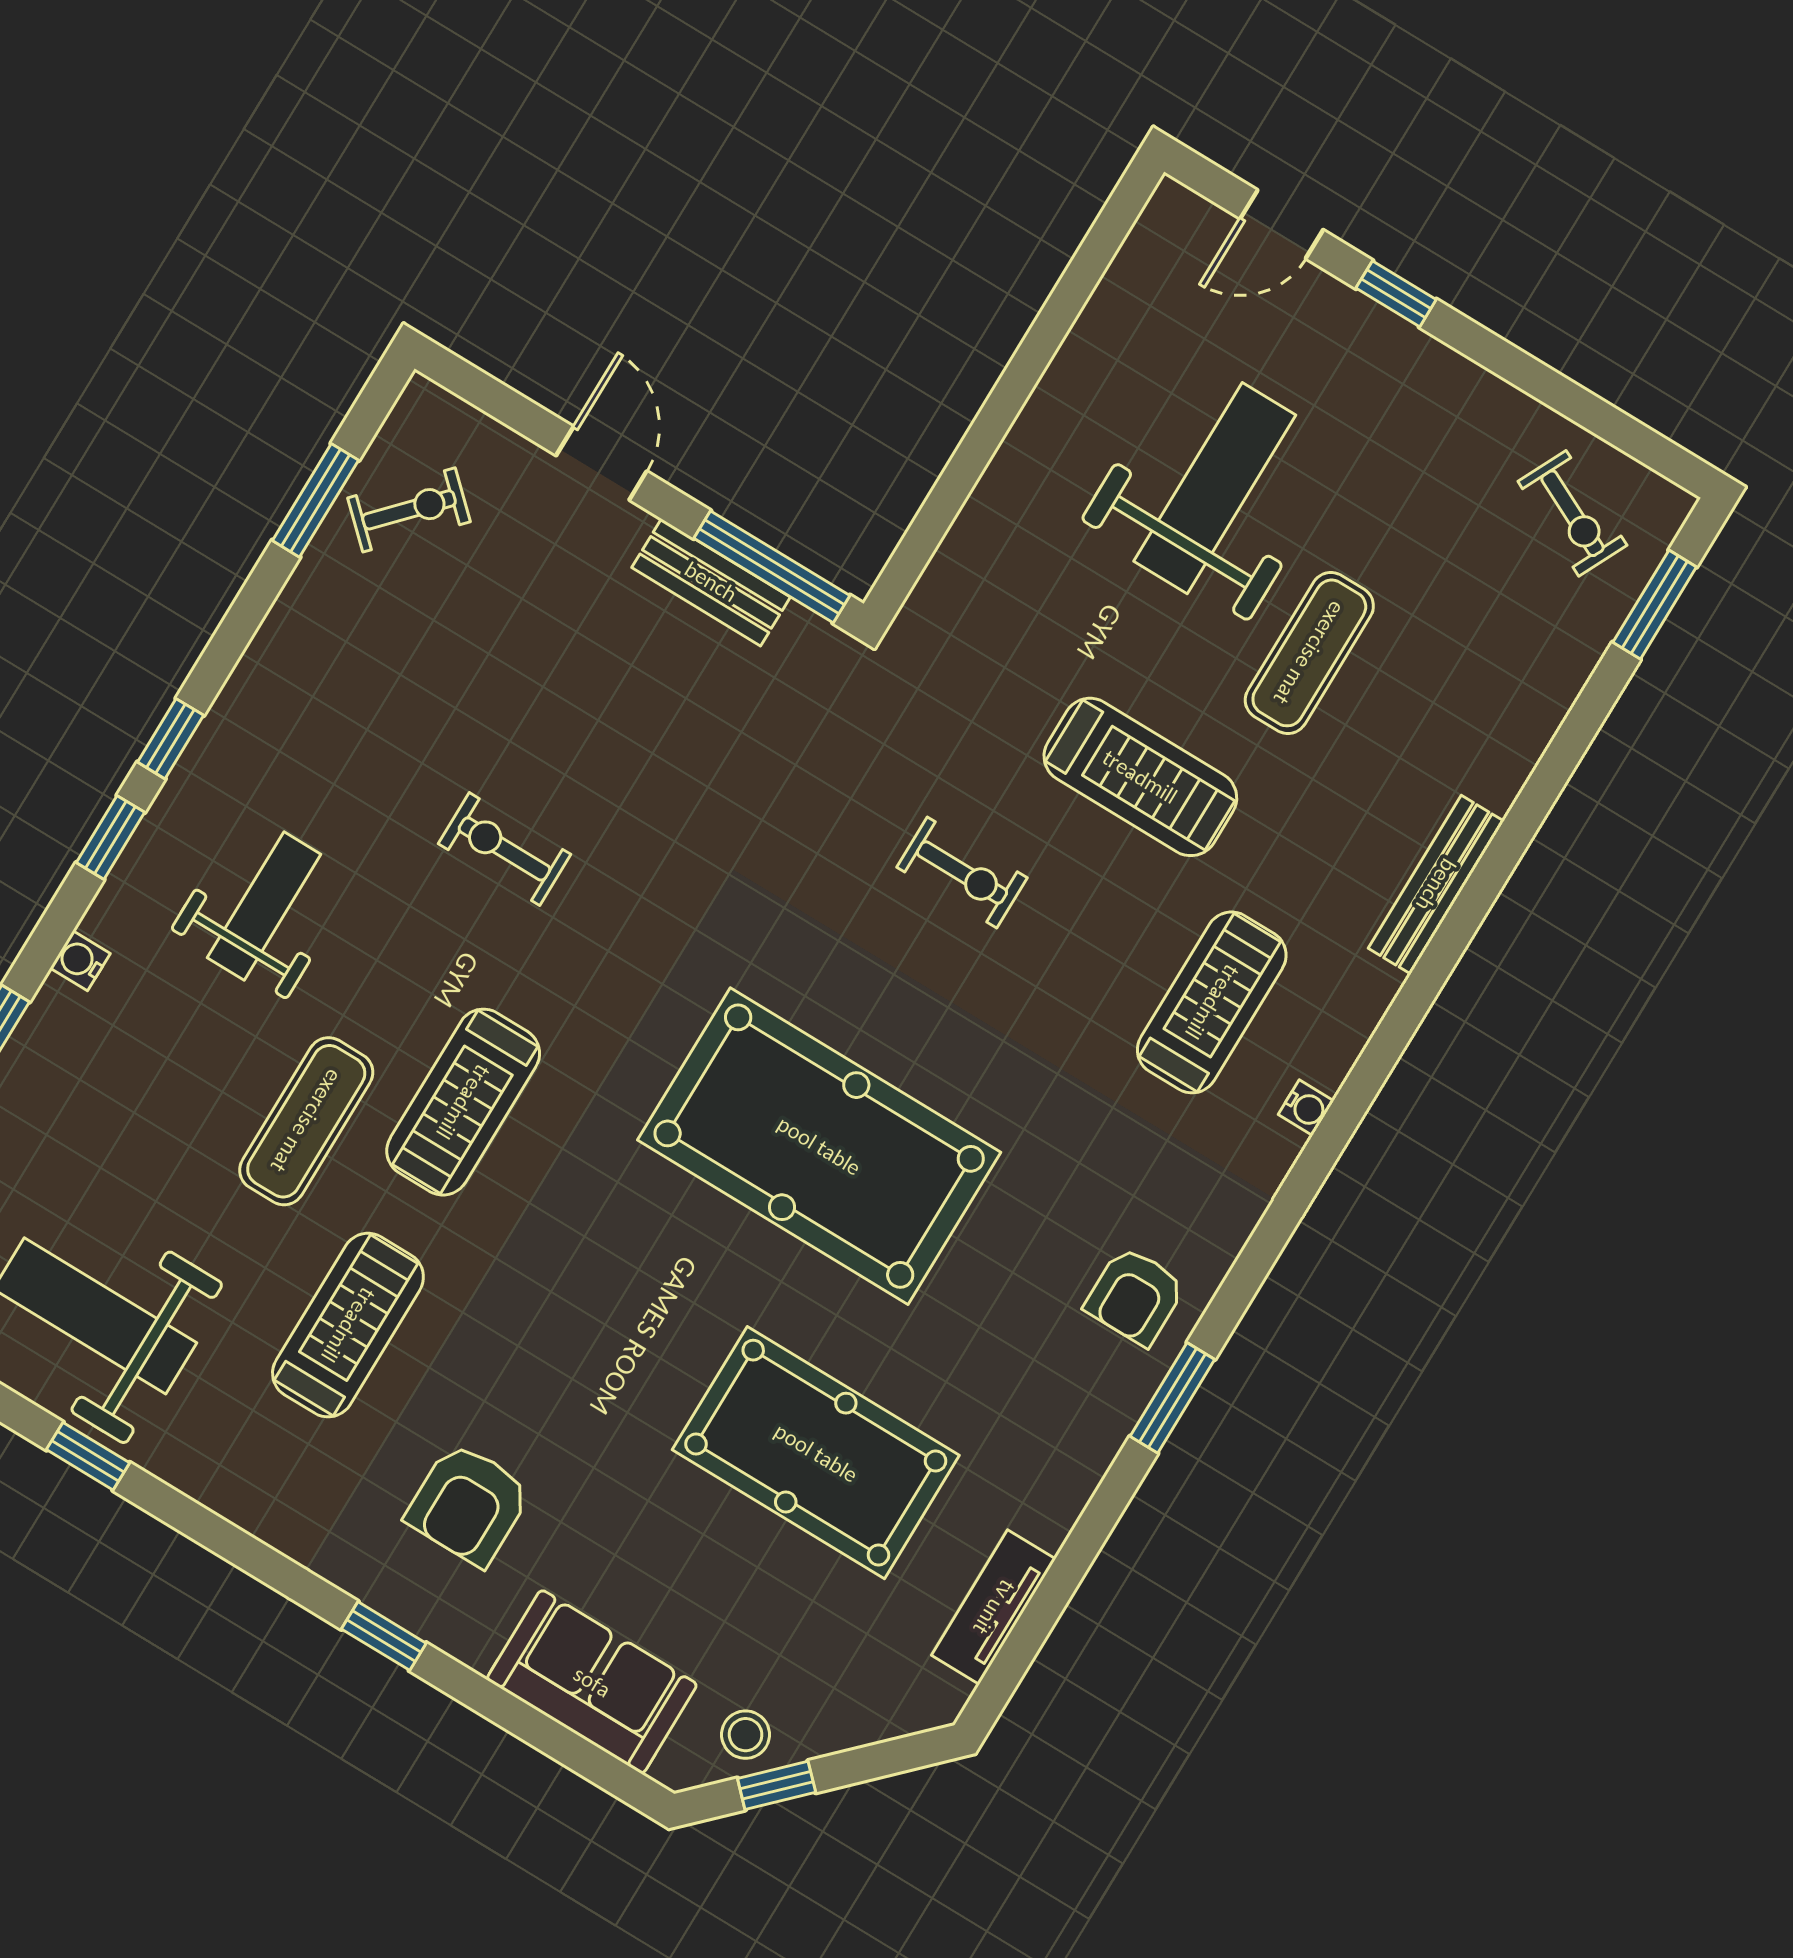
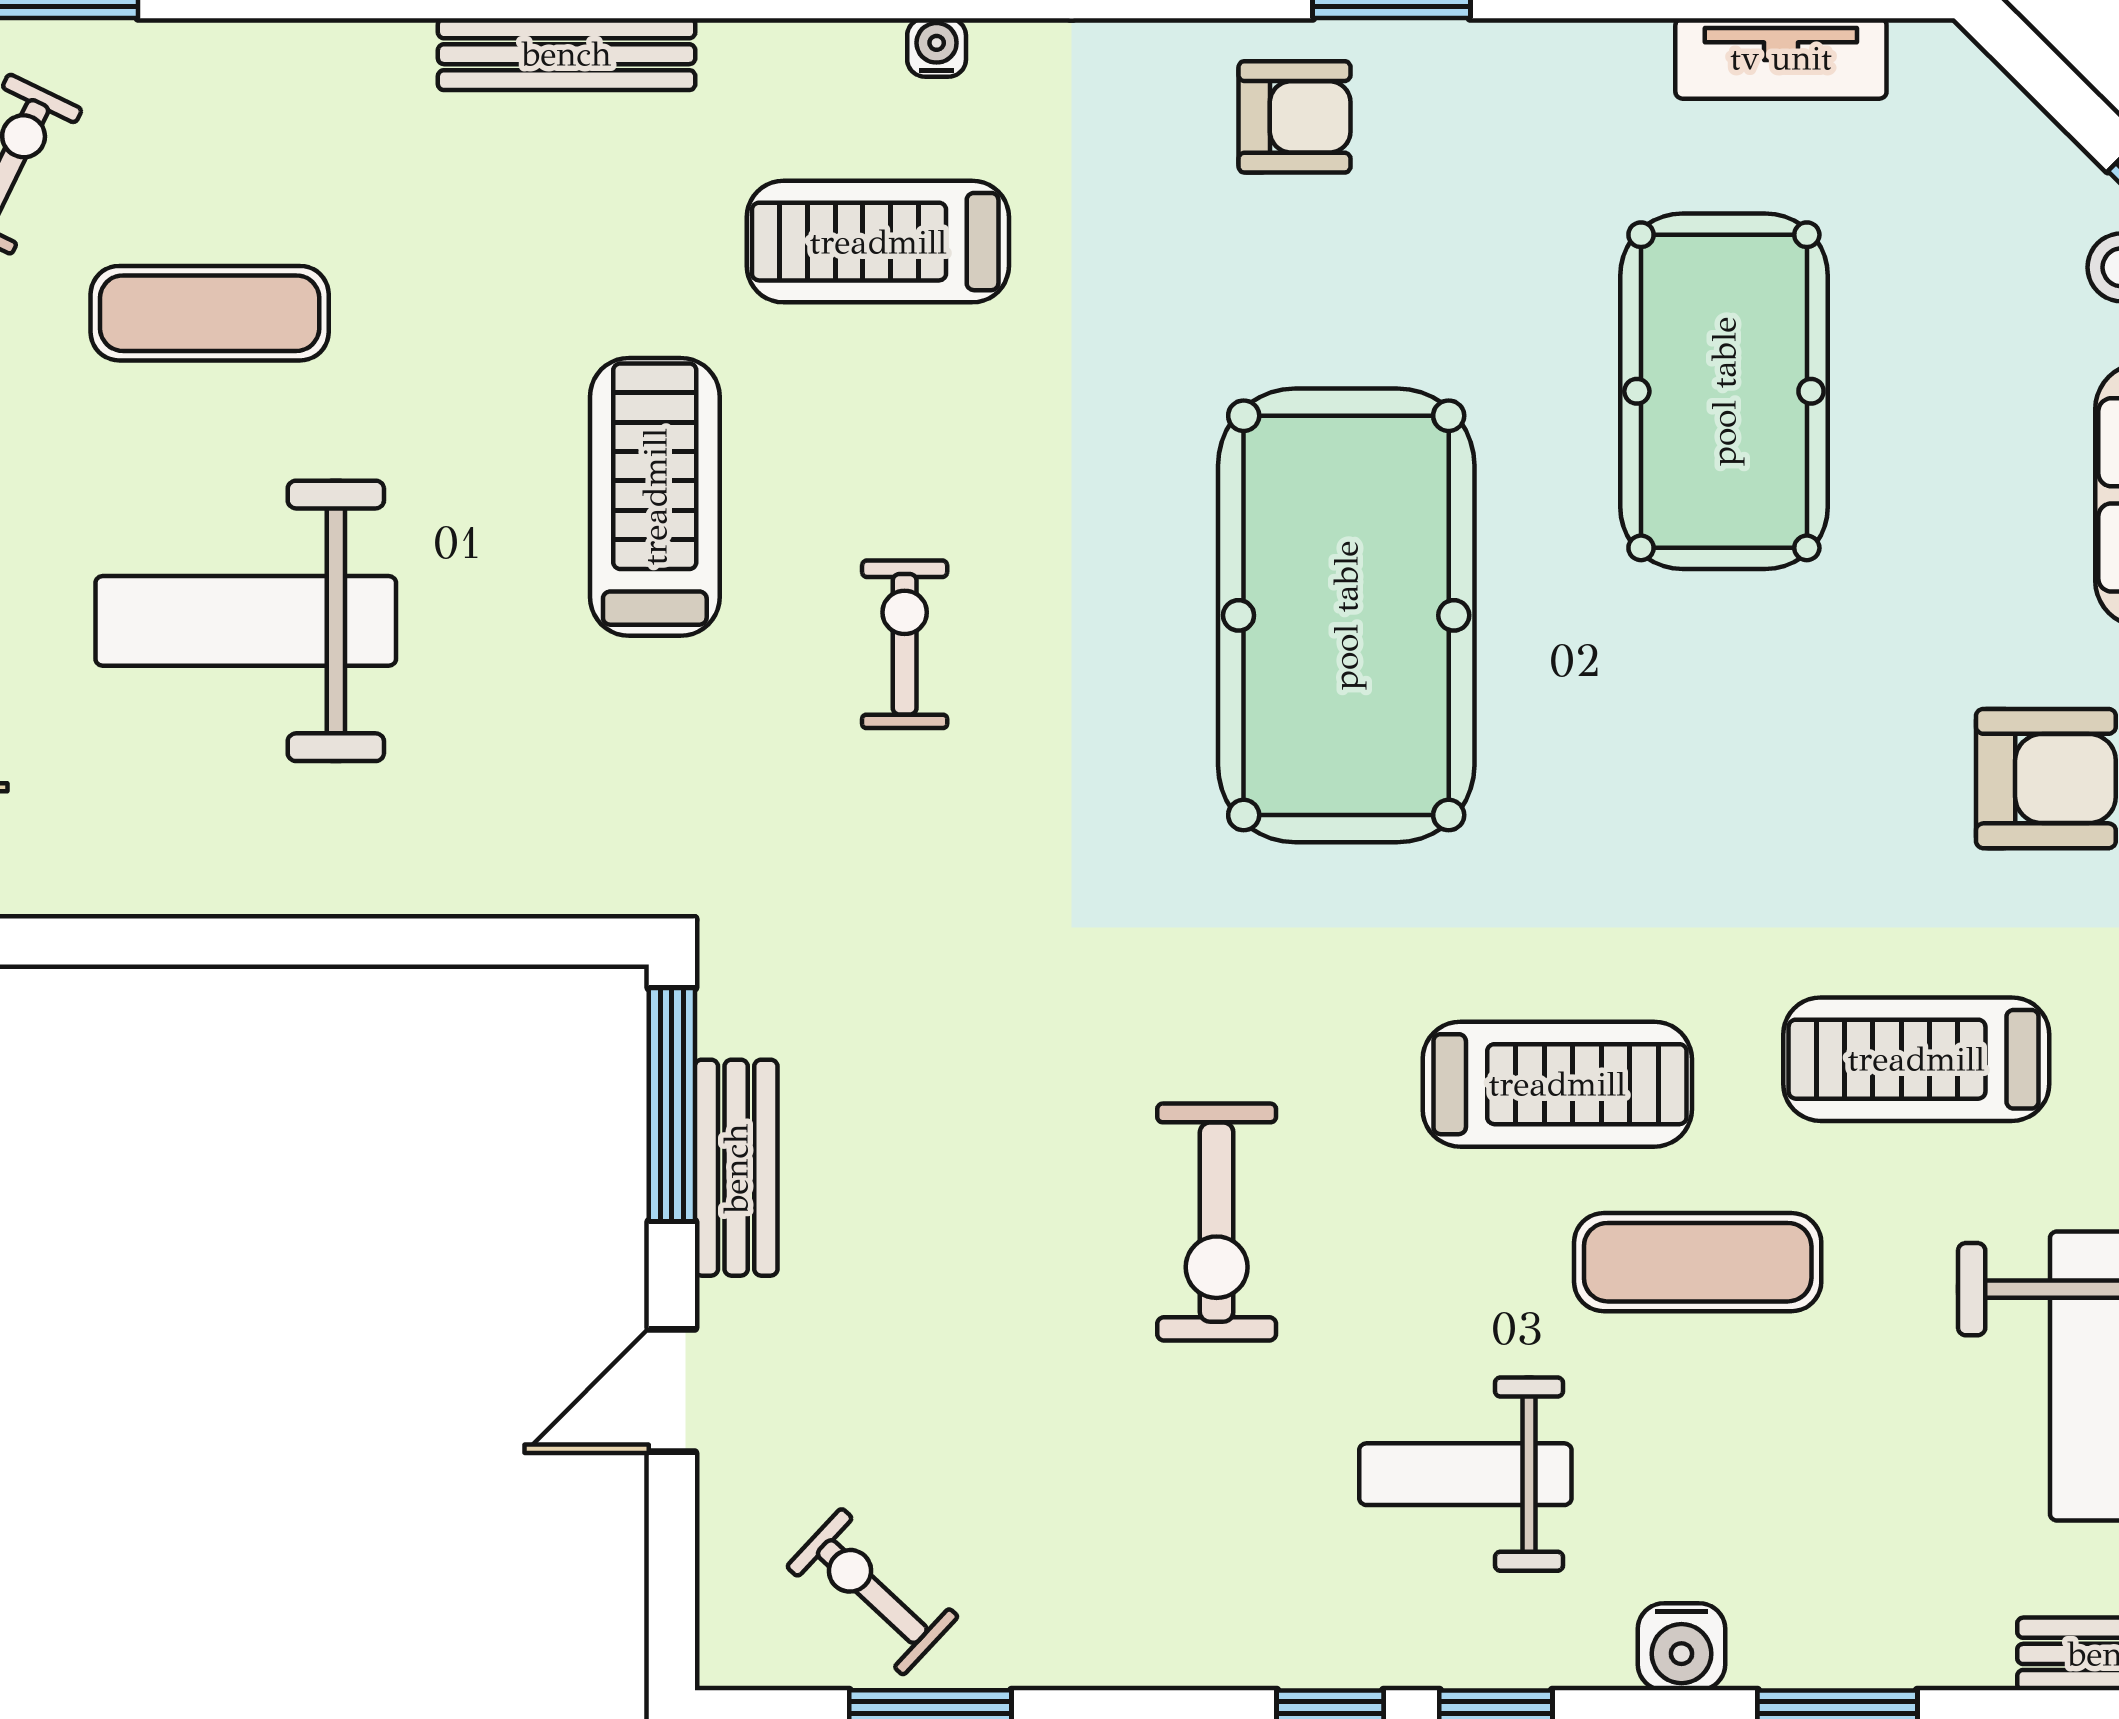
exercise mat: (1309, 653) -> (210, 313), moved
exercise bike: (504, 849) -> (1217, 1222), width x1.38, depth x1.39
water cooler: (80, 961) -> (1681, 1647), width x1.38, depth x1.38

